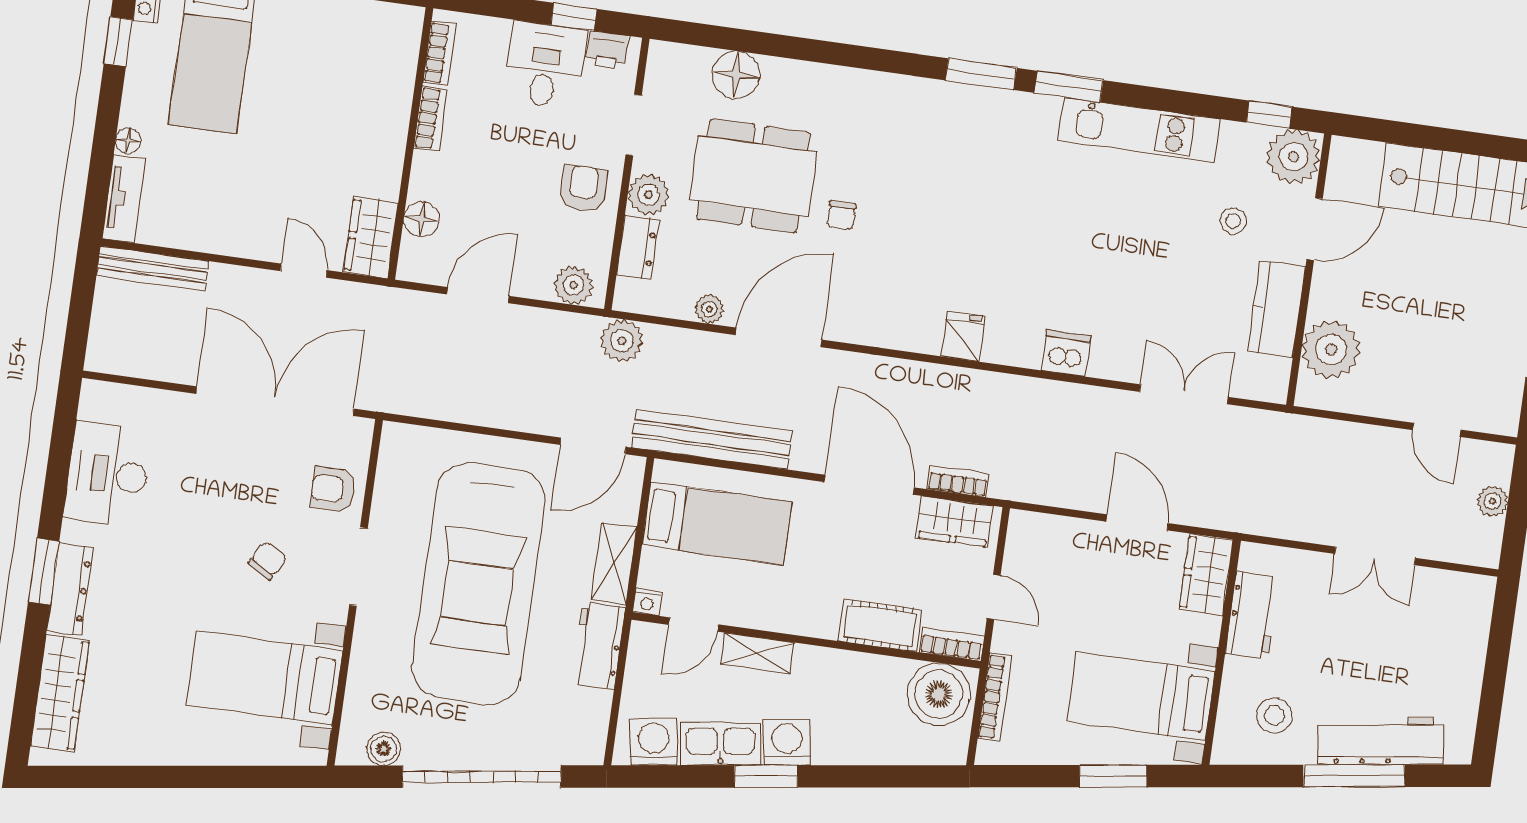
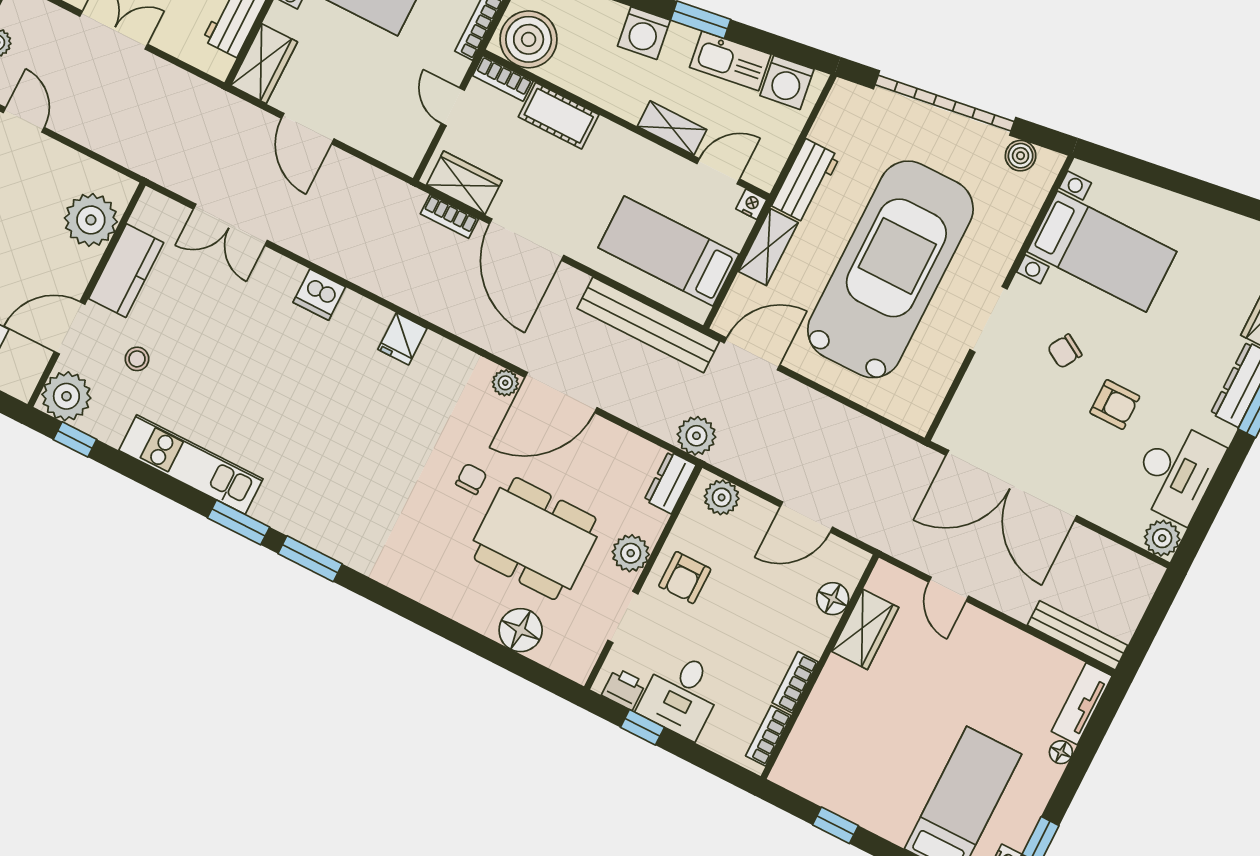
wardrobe: (371, 237) -> (865, 629), moved
dresser: (637, 247) -> (670, 483), moved
plant: (709, 309) -> (505, 383), moved
plant: (99, 400) -> (1162, 538), added
armchair: (333, 489) -> (1115, 405), moved
washing machine: (787, 742) -> (644, 33), moved

